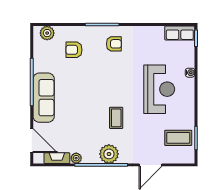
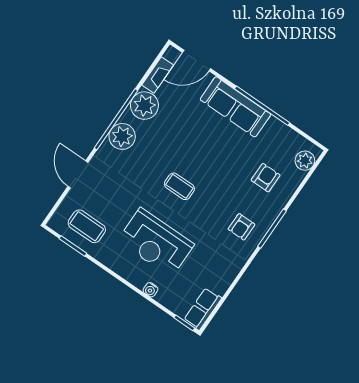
coffee table: (116, 118) -> (179, 186), moved
coffee table: (178, 138) -> (87, 226), turned 90
plant: (76, 158) -> (144, 106), width x1.87, depth x1.87

